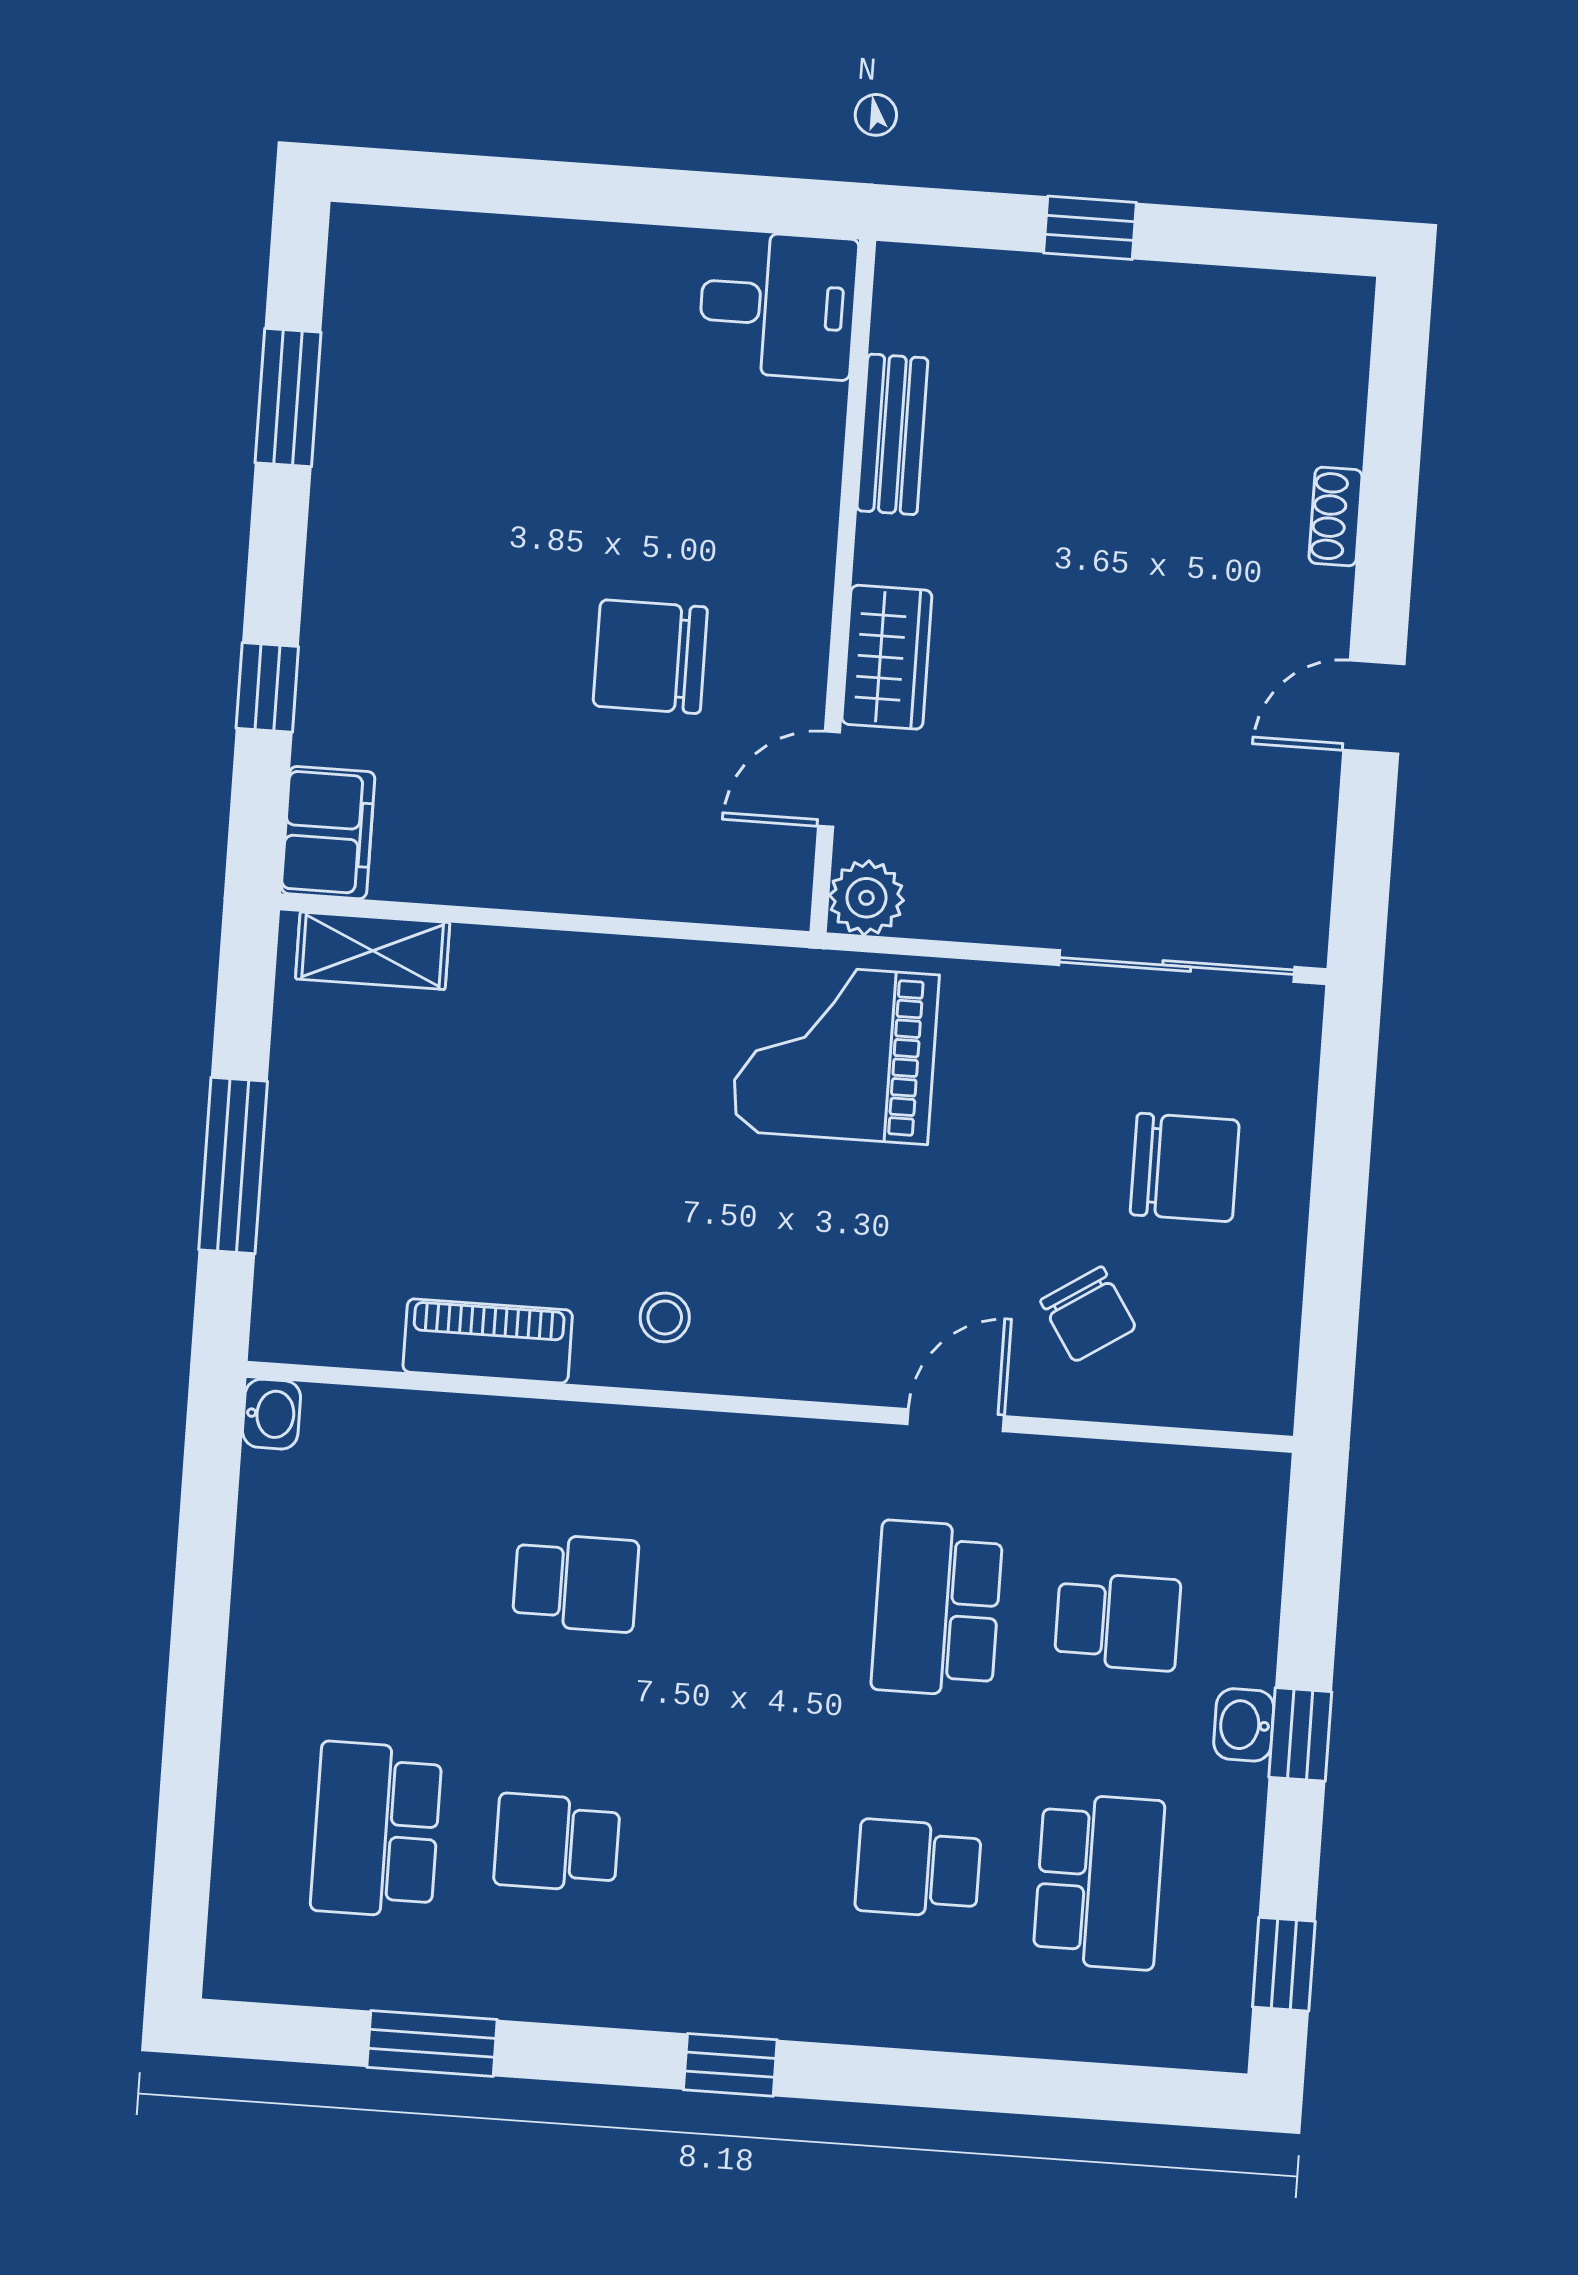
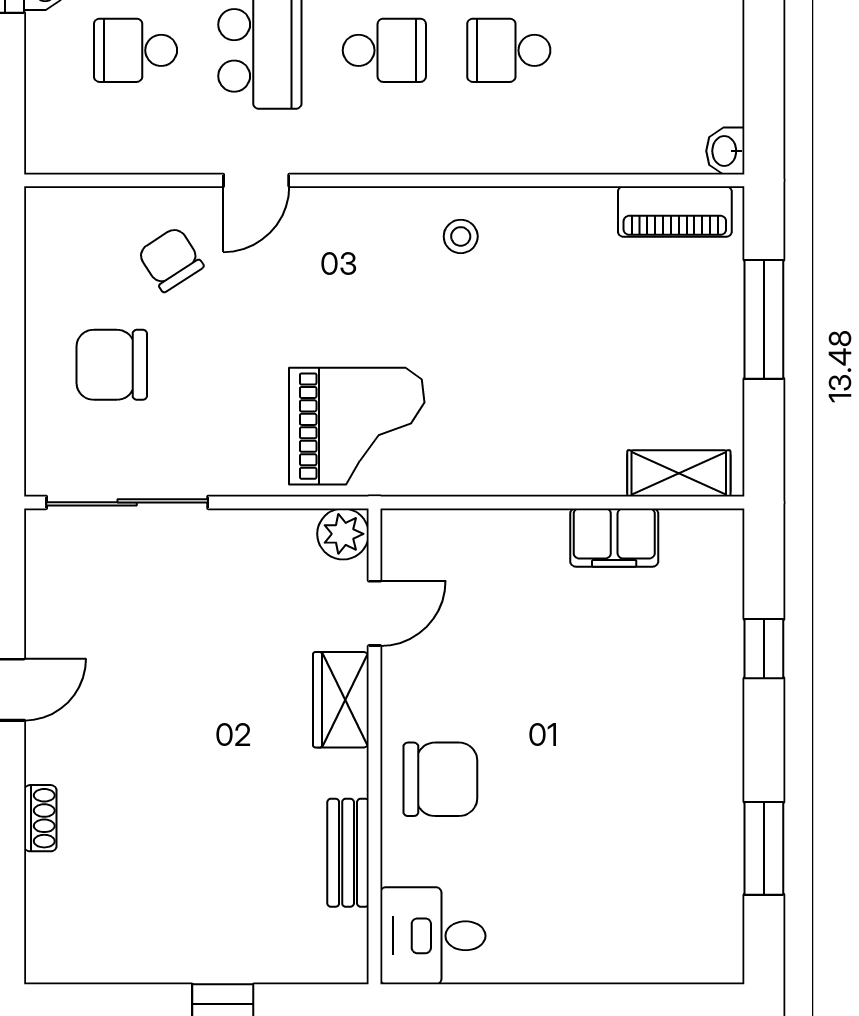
chair: (650, 657) -> (440, 779), moved
filing cabinet: (328, 833) -> (614, 538), moved, turned -90
piano: (488, 1341) -> (675, 212), moved
school desk: (756, 1596) -> (384, 50), added

